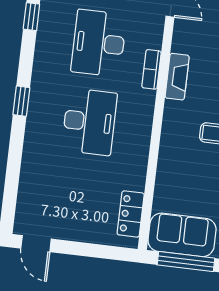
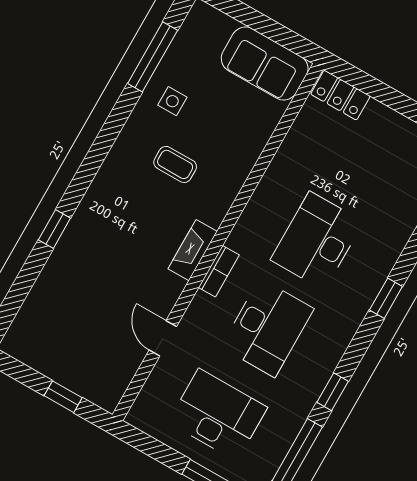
locker: (131, 214) -> (340, 95), moved, turned 90
window: (186, 262) -> (273, 30), removed

